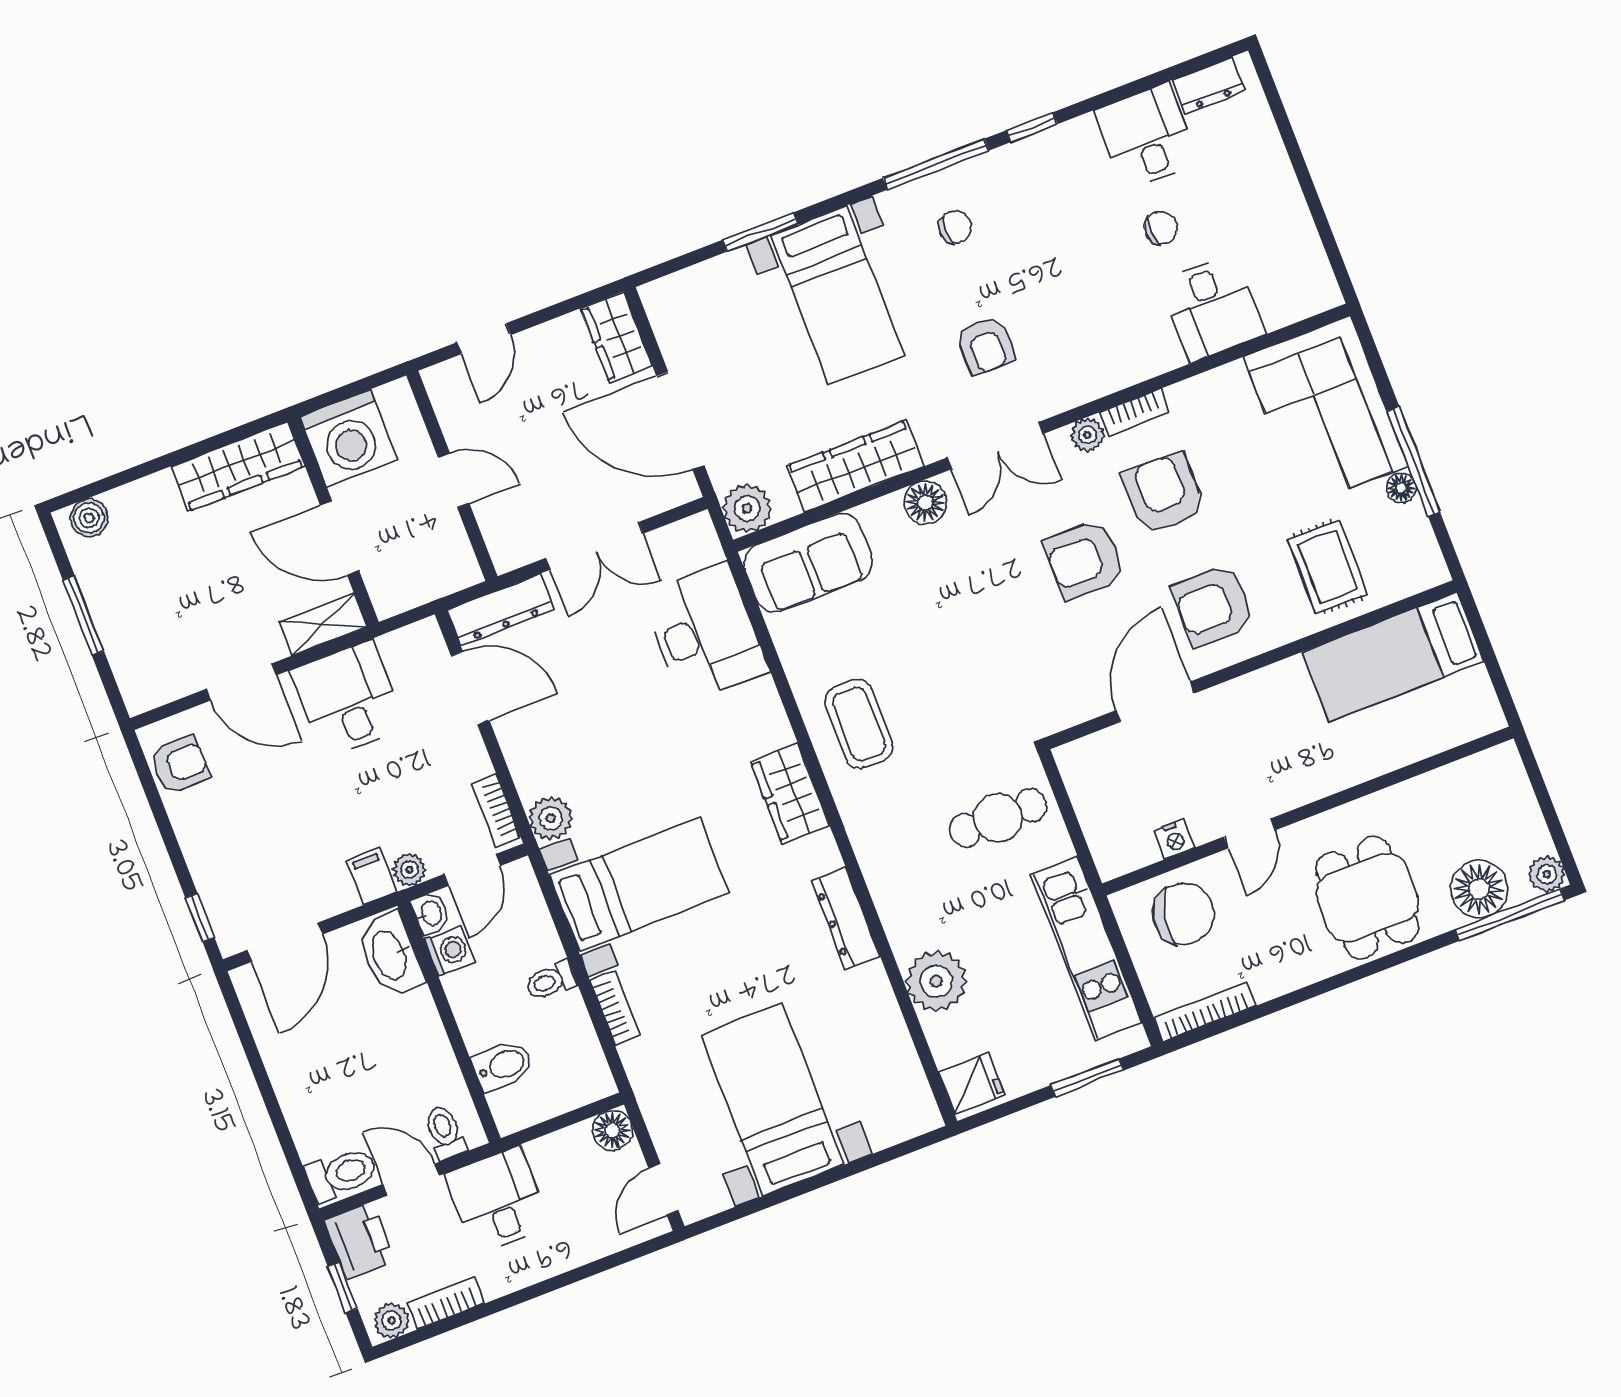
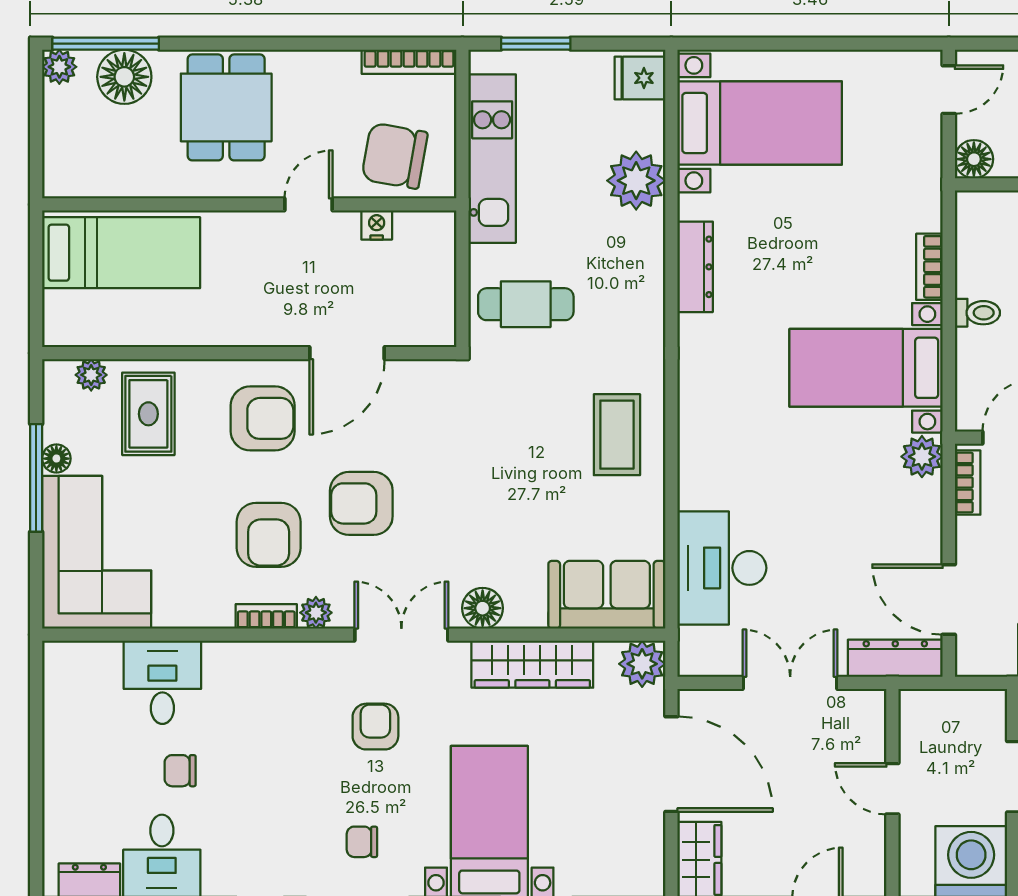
armchair: (1084, 559) -> (361, 503), turned 180
plant: (1399, 583) -> (91, 375), added
bed: (1393, 657) -> (121, 253), moved
wardrobe: (790, 793) -> (702, 397), removed
bed with nightstands: (773, 1099) -> (760, 123), moved, turned -90

